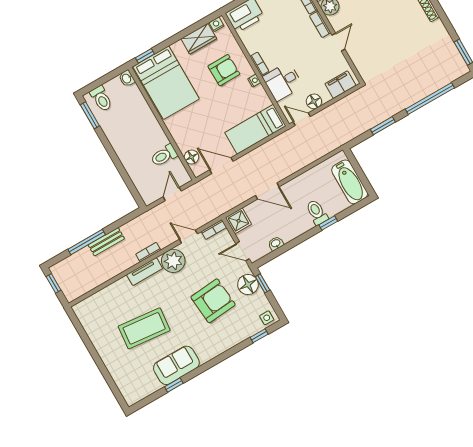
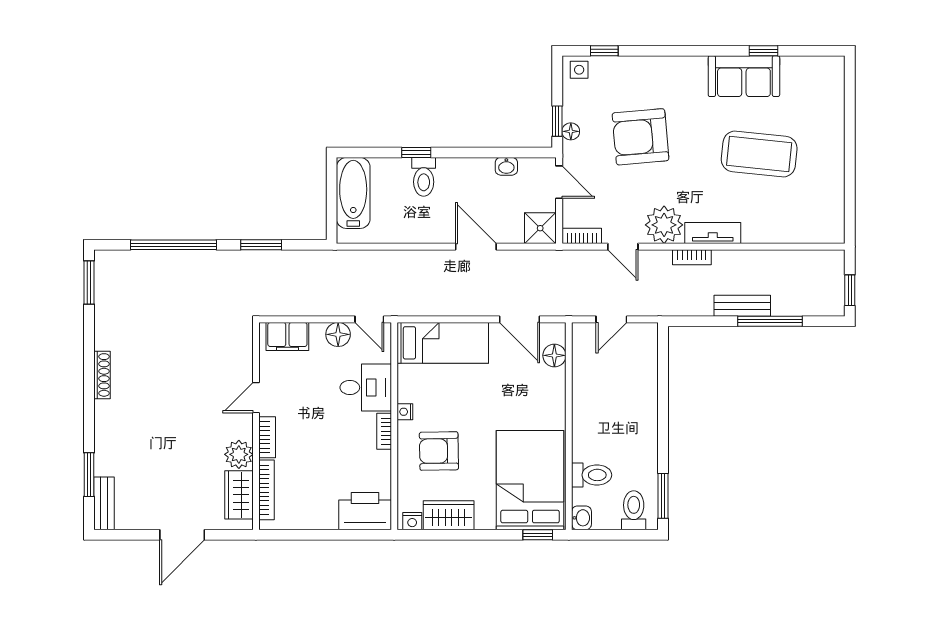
toilet: (164, 156) -> (592, 475), moved
floor lamp: (248, 285) -> (571, 131), width x0.53, depth x0.53

